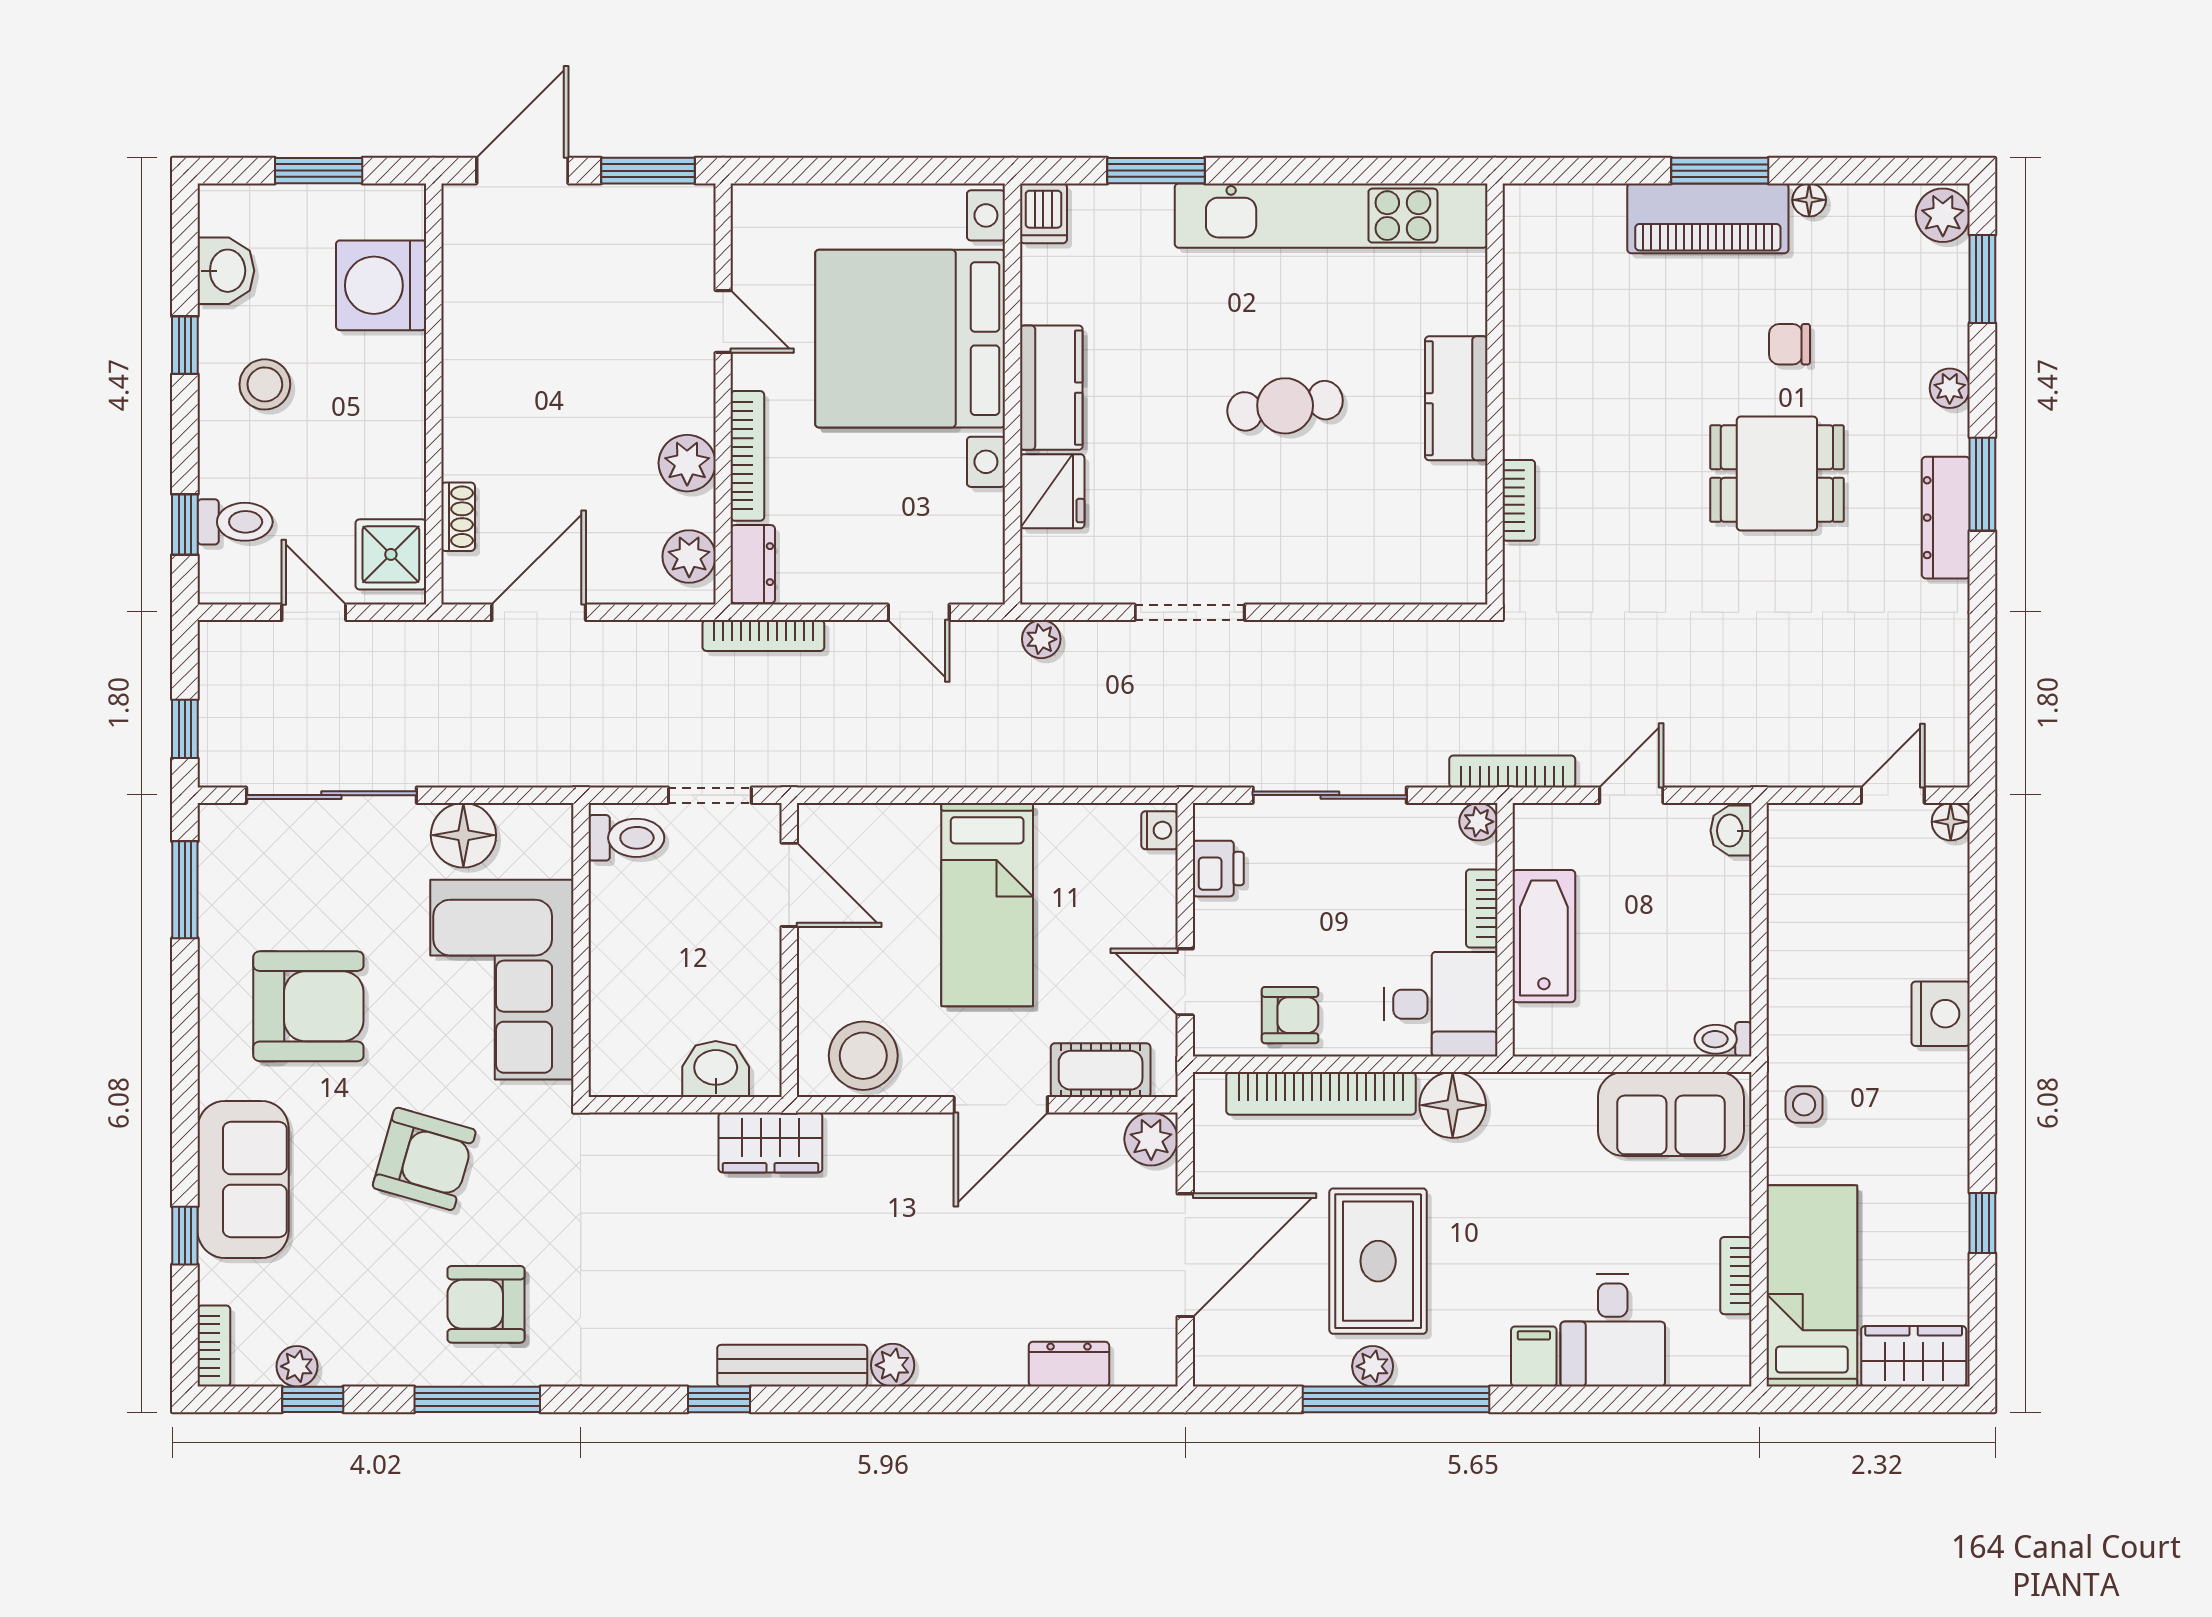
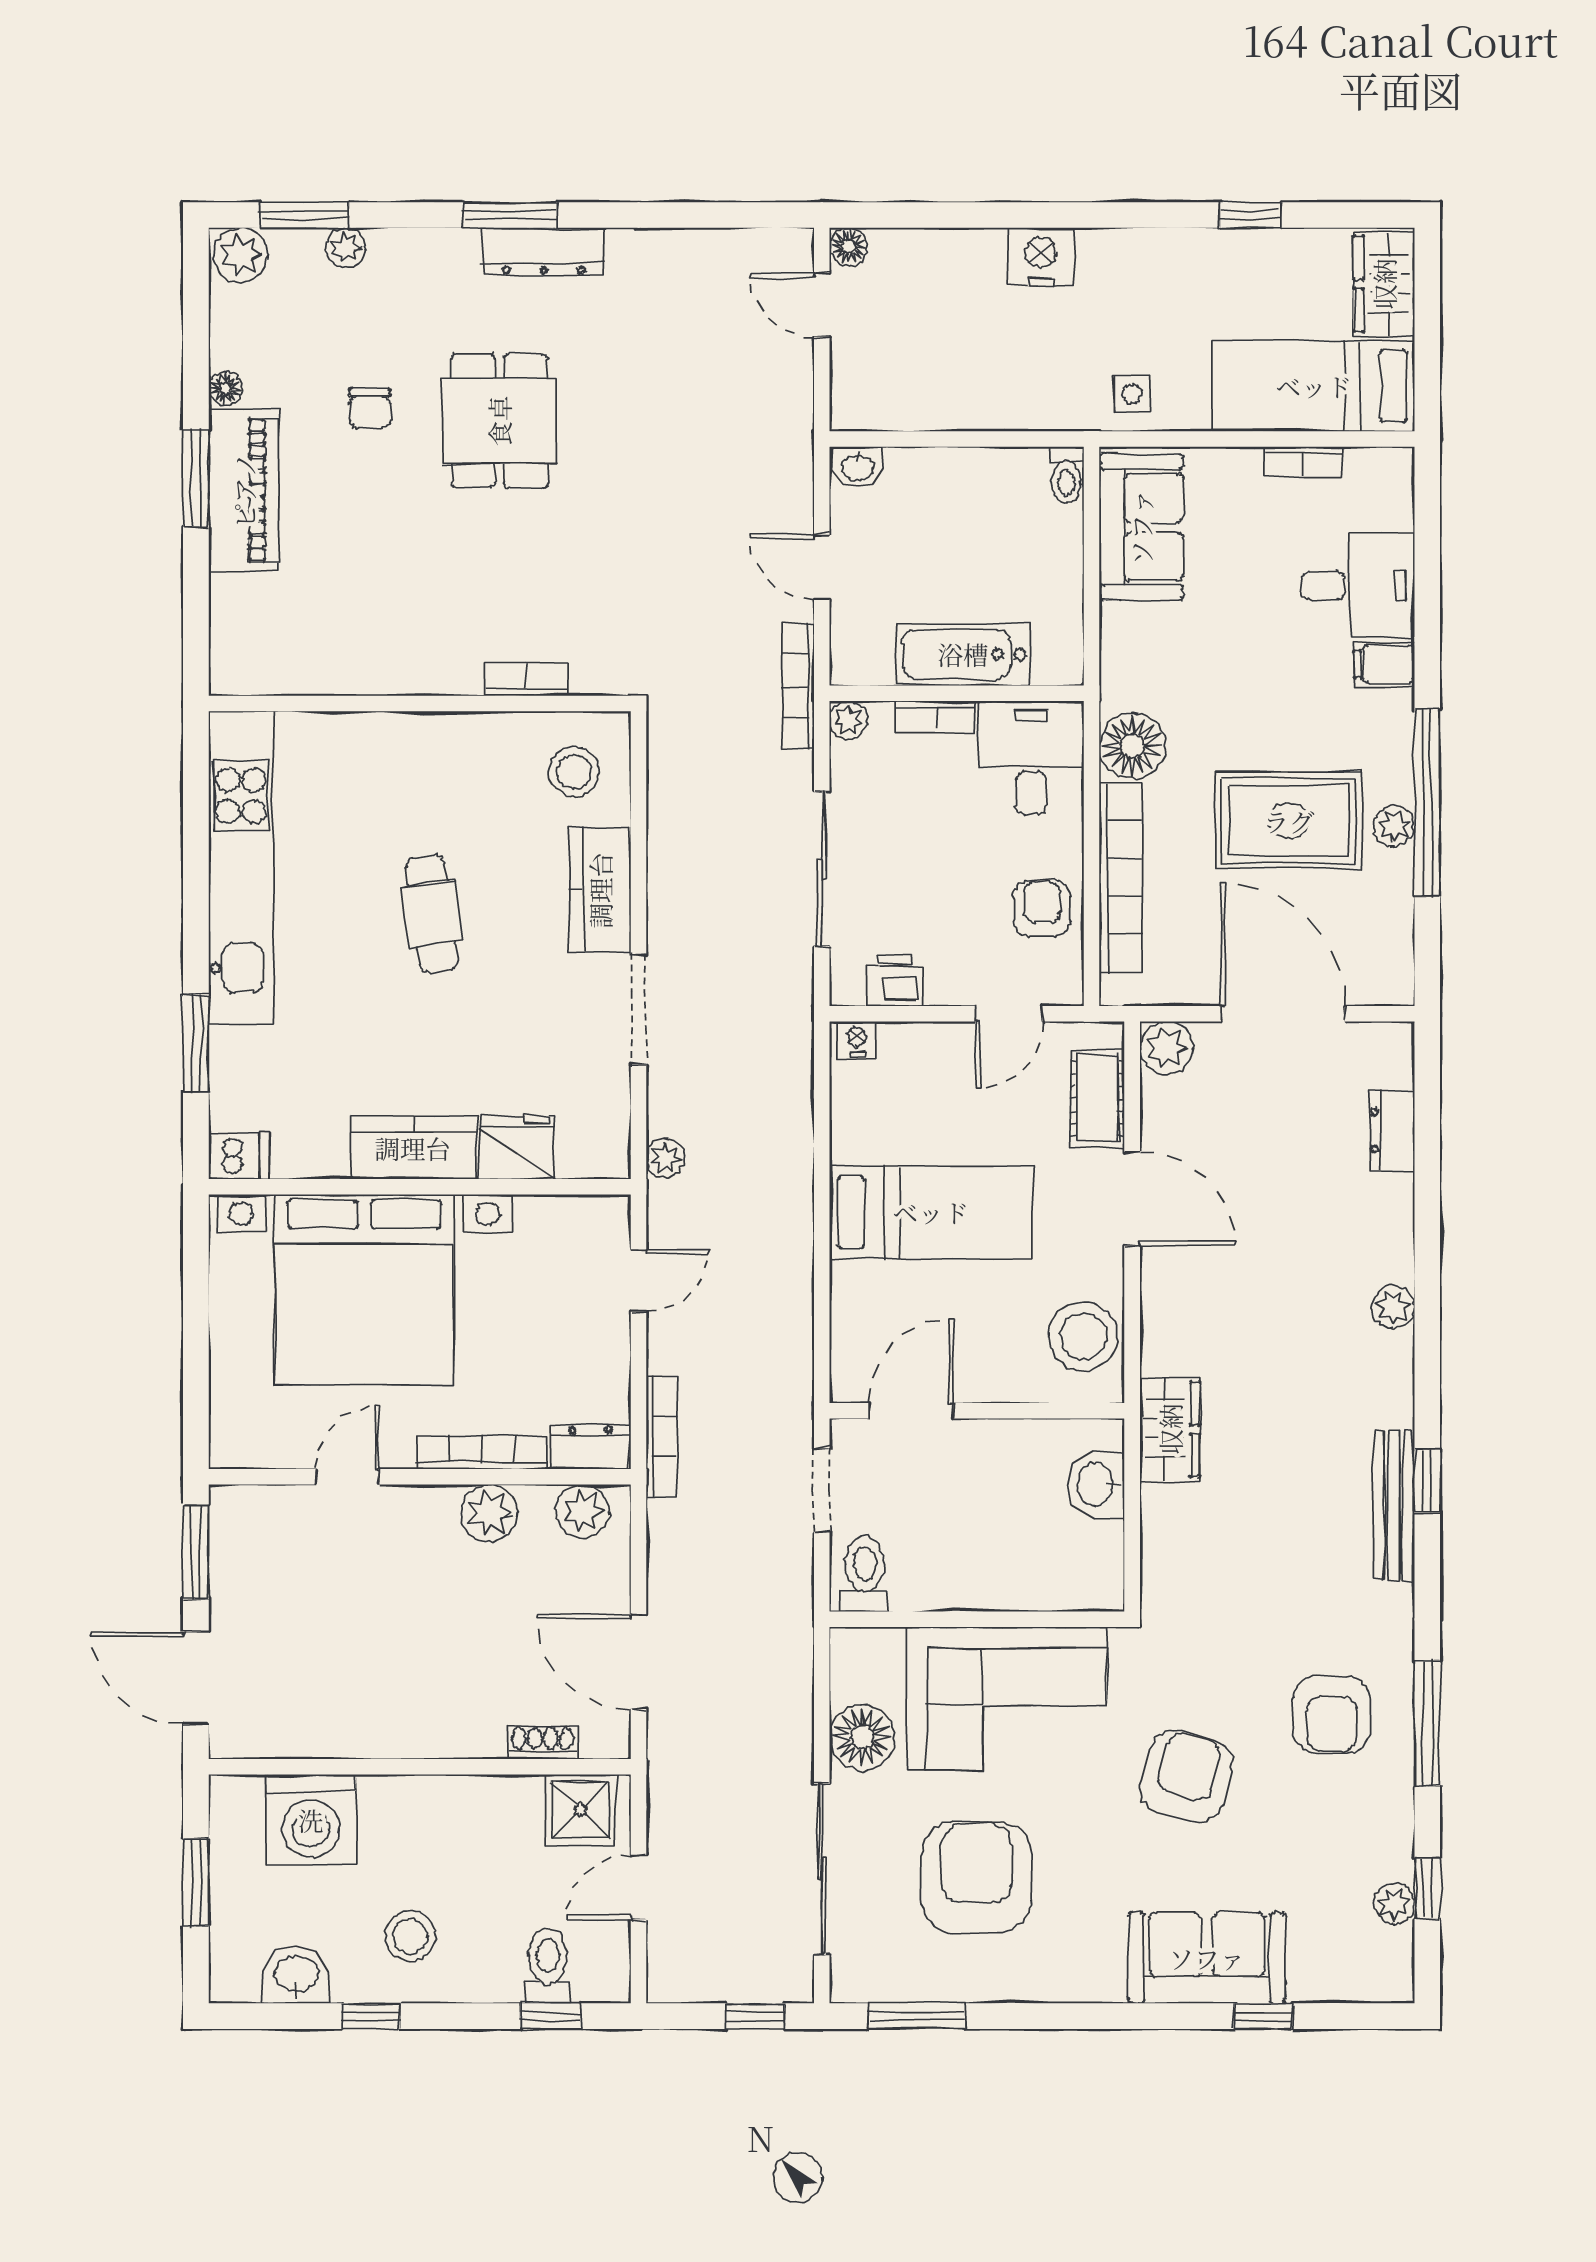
plant: (1950, 388) -> (345, 248), moved
kitchen counter: (1456, 398) -> (600, 890), moved, turned 90
stool: (1427, 548) -> (574, 772), added
armchair: (308, 1006) -> (976, 1877), moved
bookcase: (214, 1346) -> (1374, 1987), removed
bench: (792, 1366) -> (1393, 1506), moved

